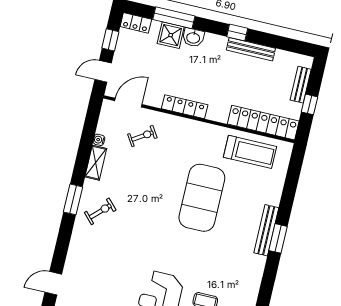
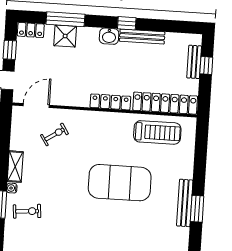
washbasin: (193, 38) -> (109, 36), moved
window: (310, 104) -> (206, 65), moved
locker: (185, 107) -> (110, 102), moved
water cooler: (99, 140) -> (12, 188), moved
exercise mat: (202, 198) -> (120, 183), turned 90
exercise bike: (100, 211) -> (27, 211), turned 39

